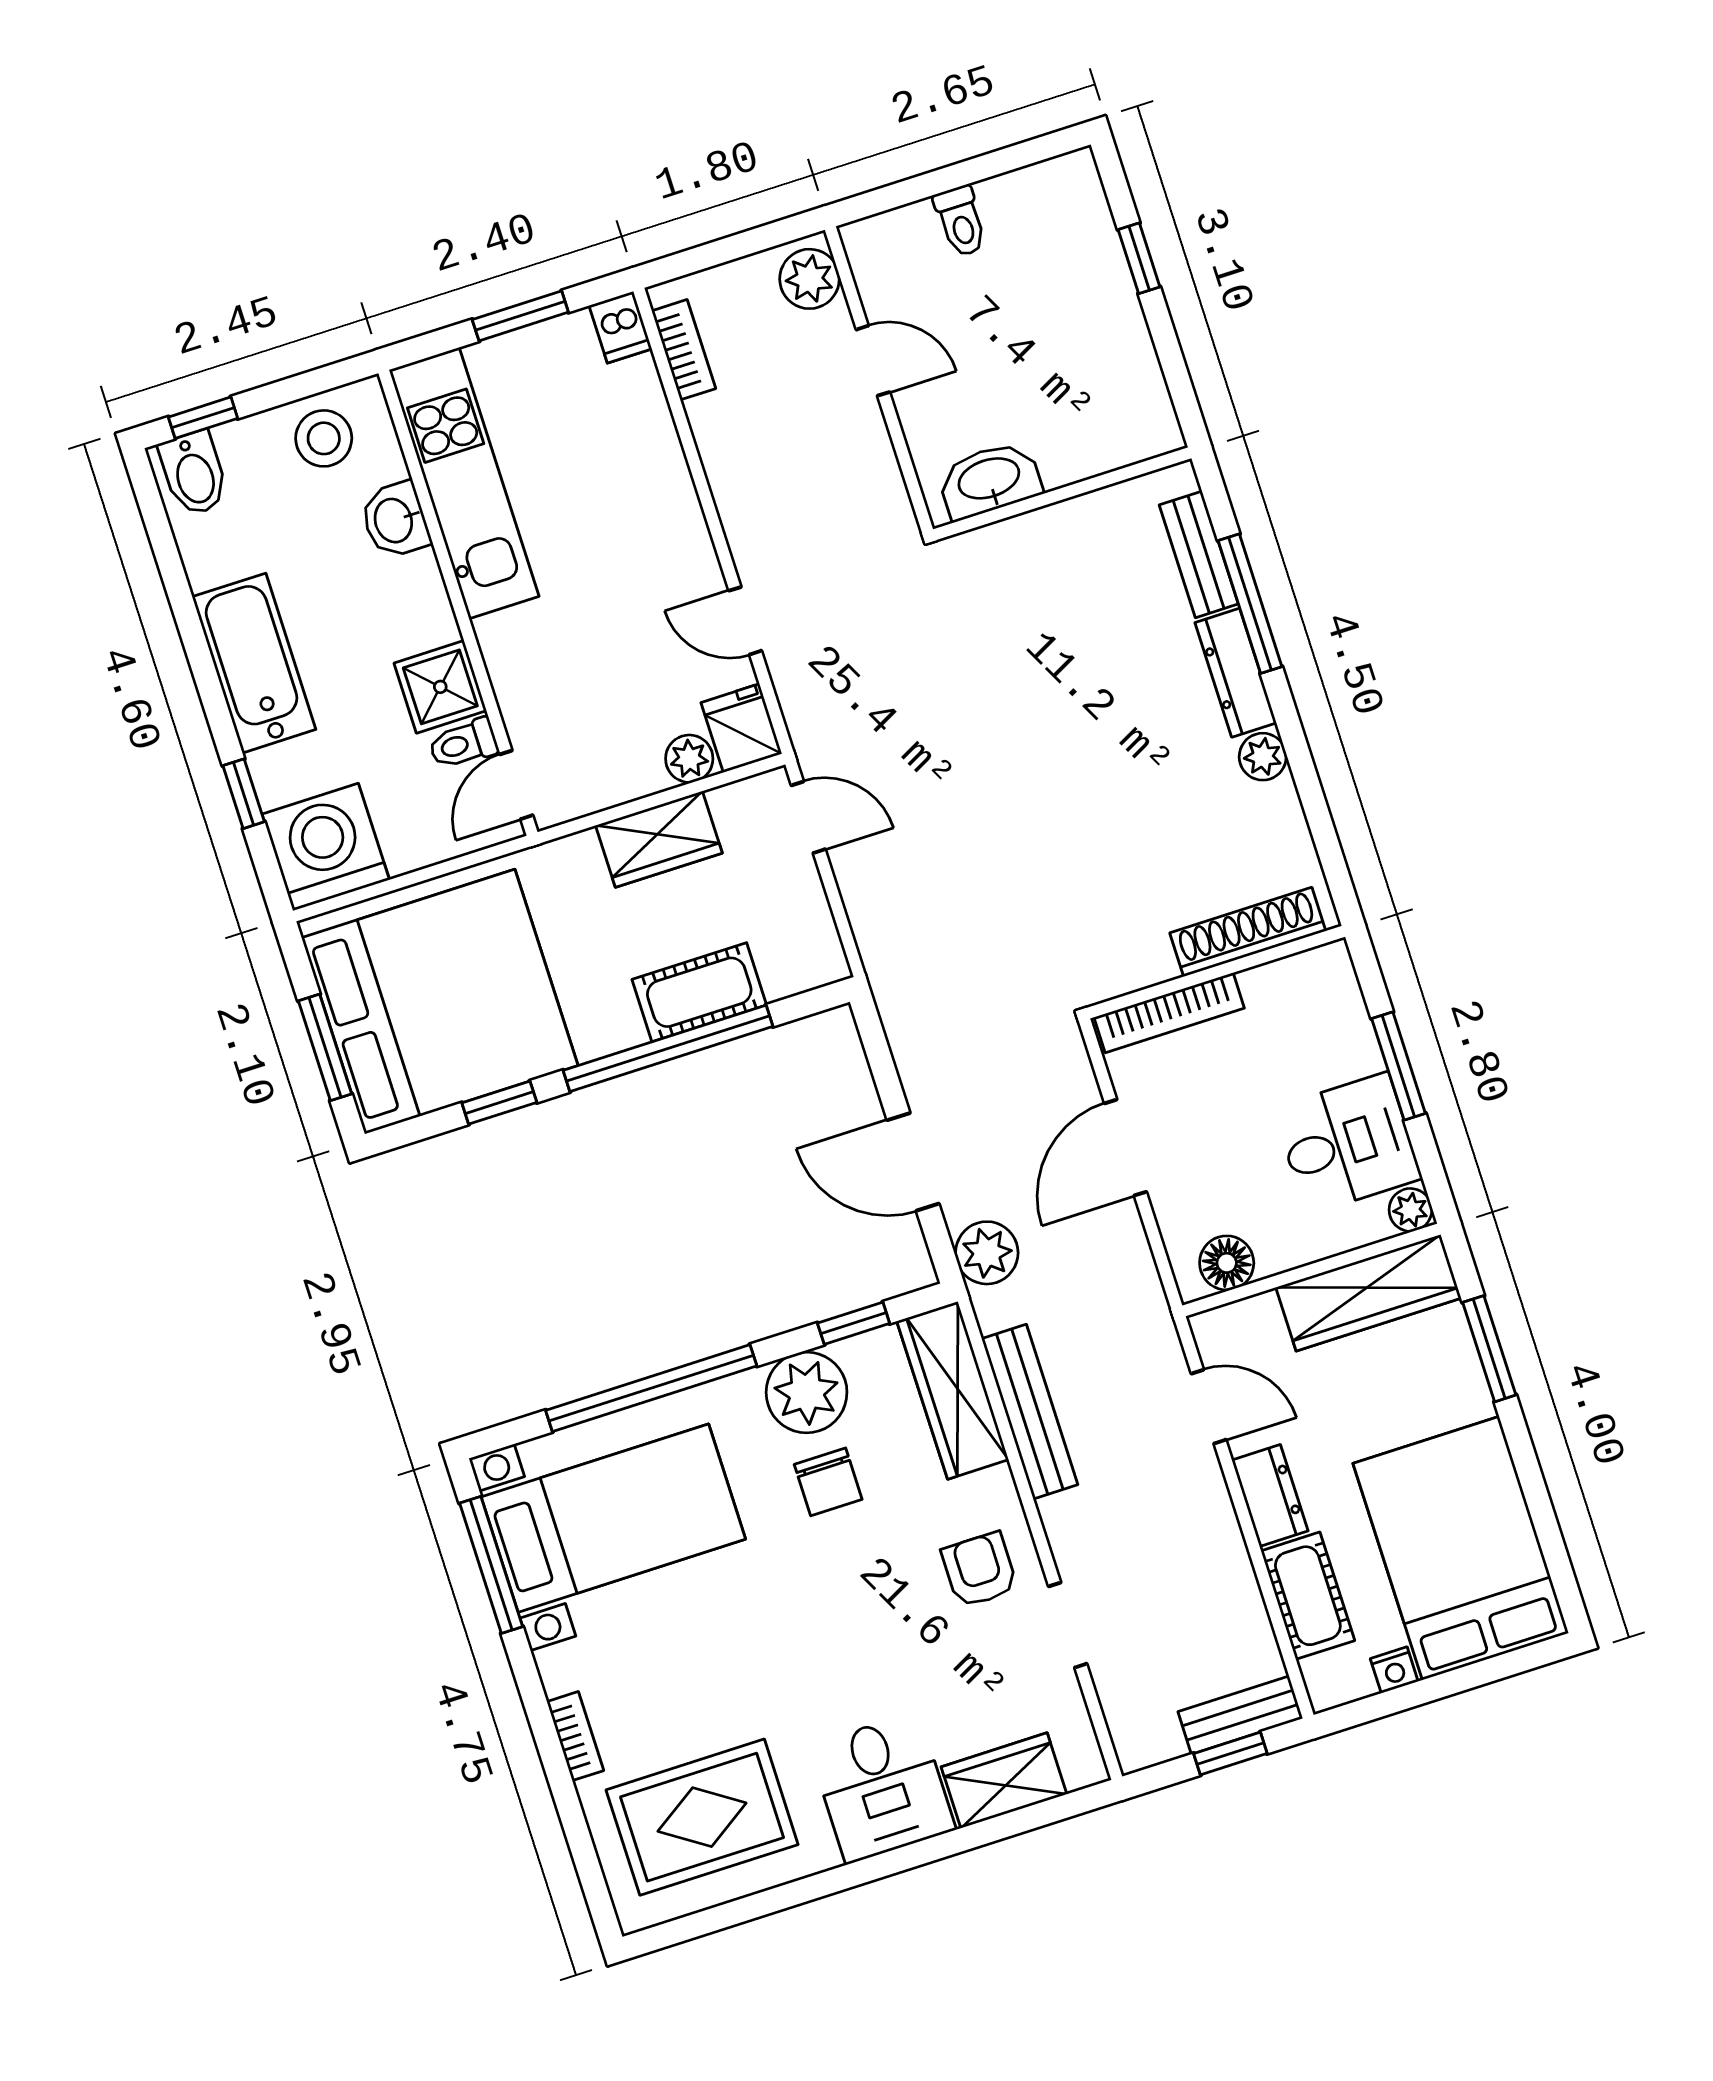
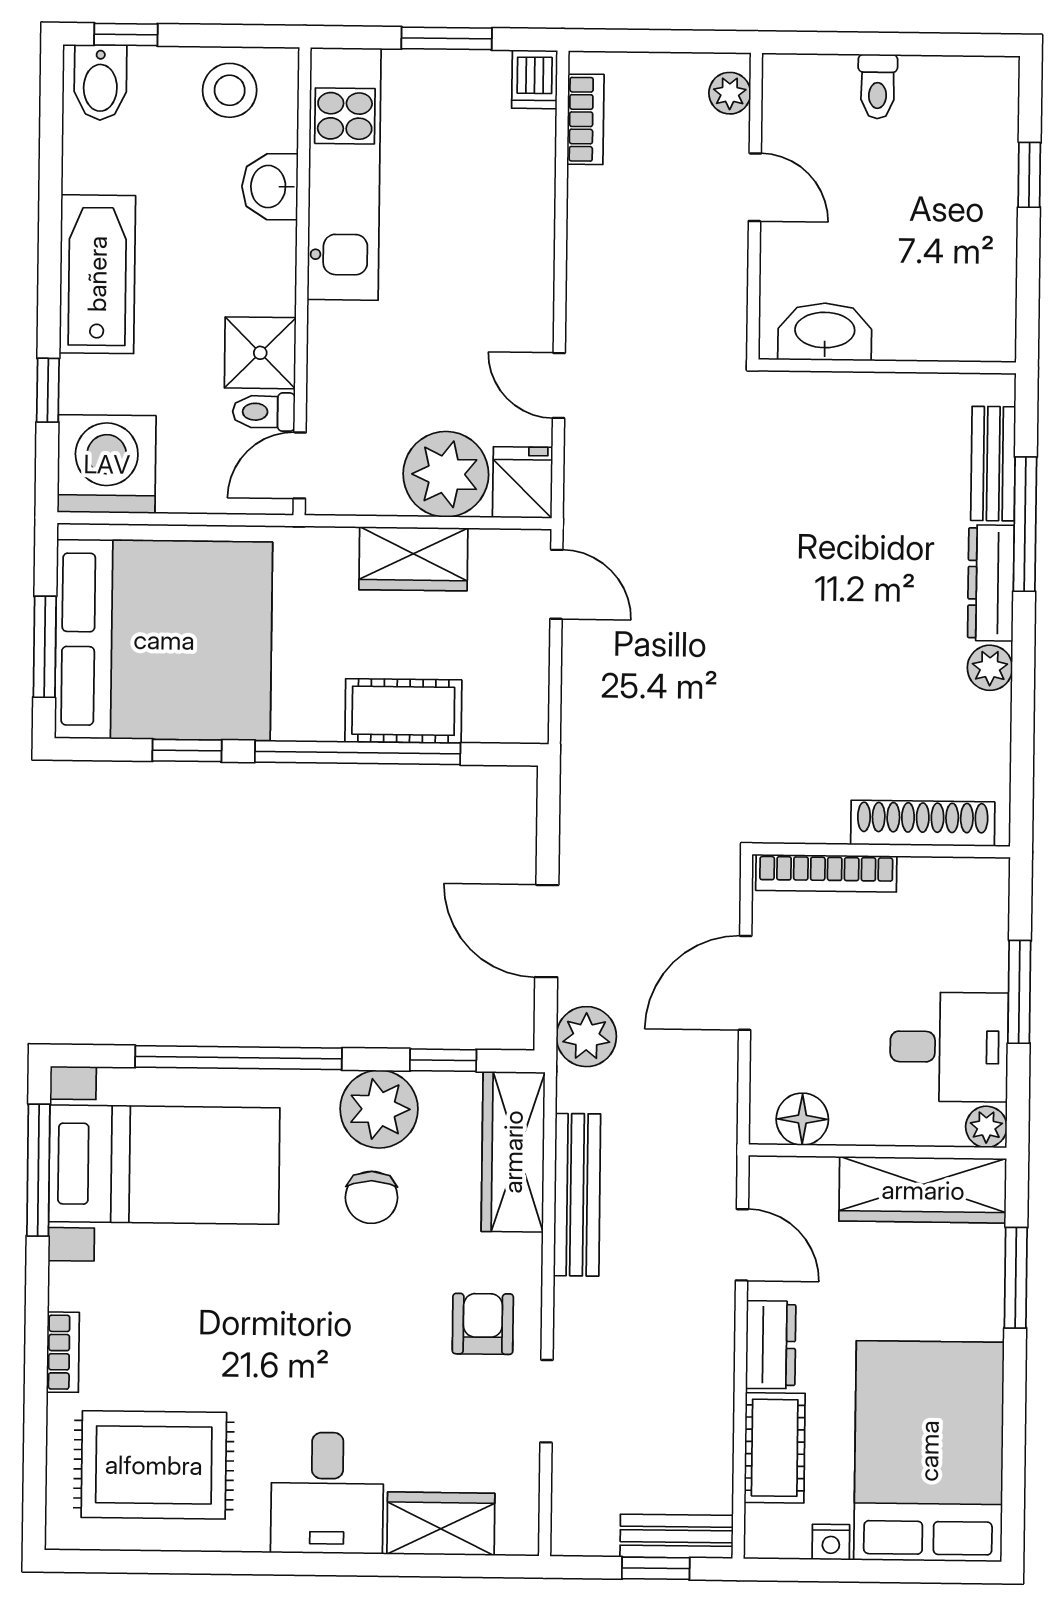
plant: (809, 279) -> (730, 93), width x0.73, depth x0.73
plant: (689, 759) -> (446, 474), width x1.87, depth x1.87

